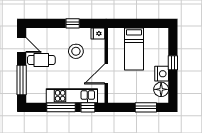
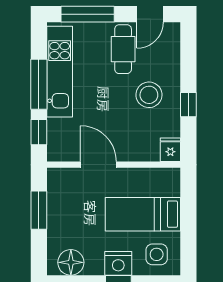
side table: (157, 41) -> (157, 254), added
stool: (76, 51) -> (149, 95), moved
nightstand: (162, 74) -> (118, 263), moved
kitchen unit: (72, 96) -> (60, 72), moved
window: (146, 107) -> (39, 210), moved

